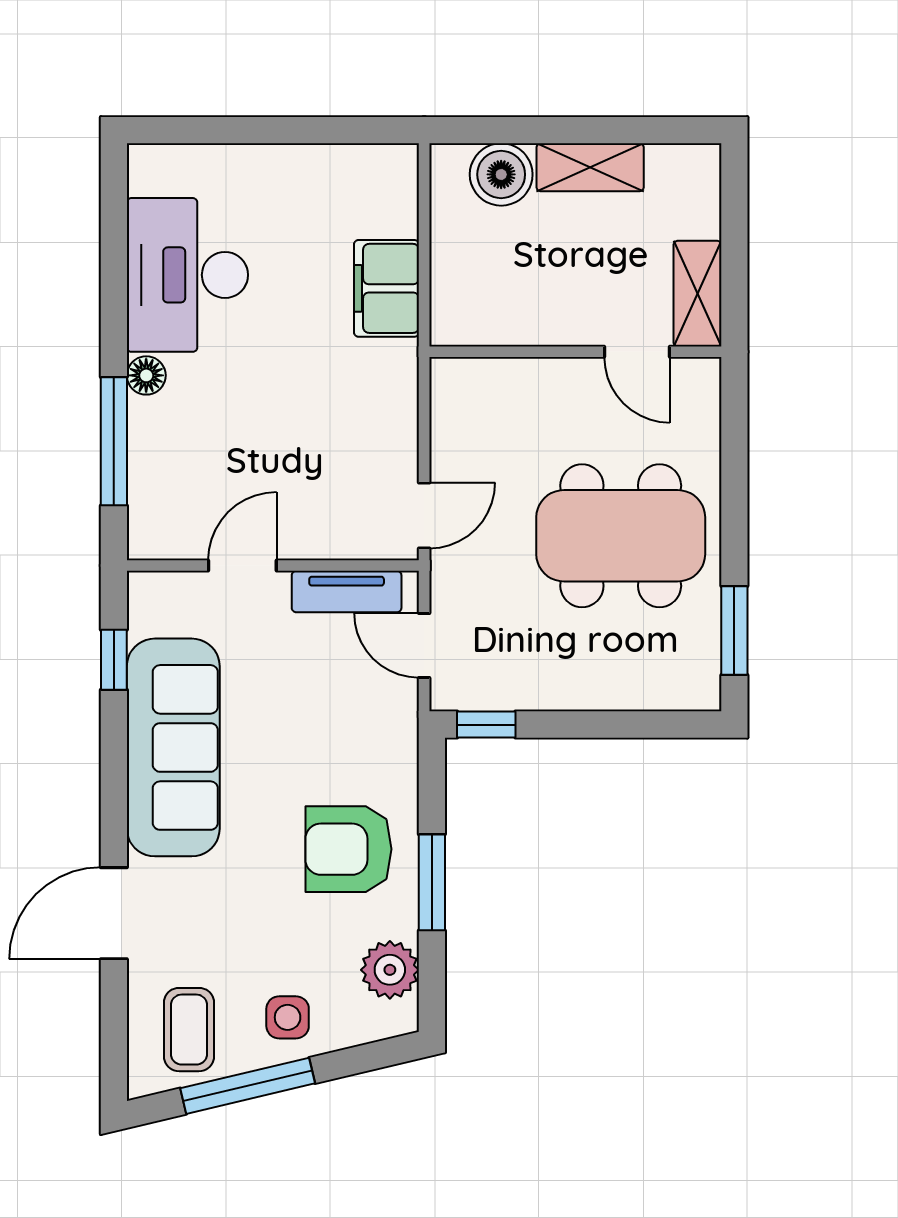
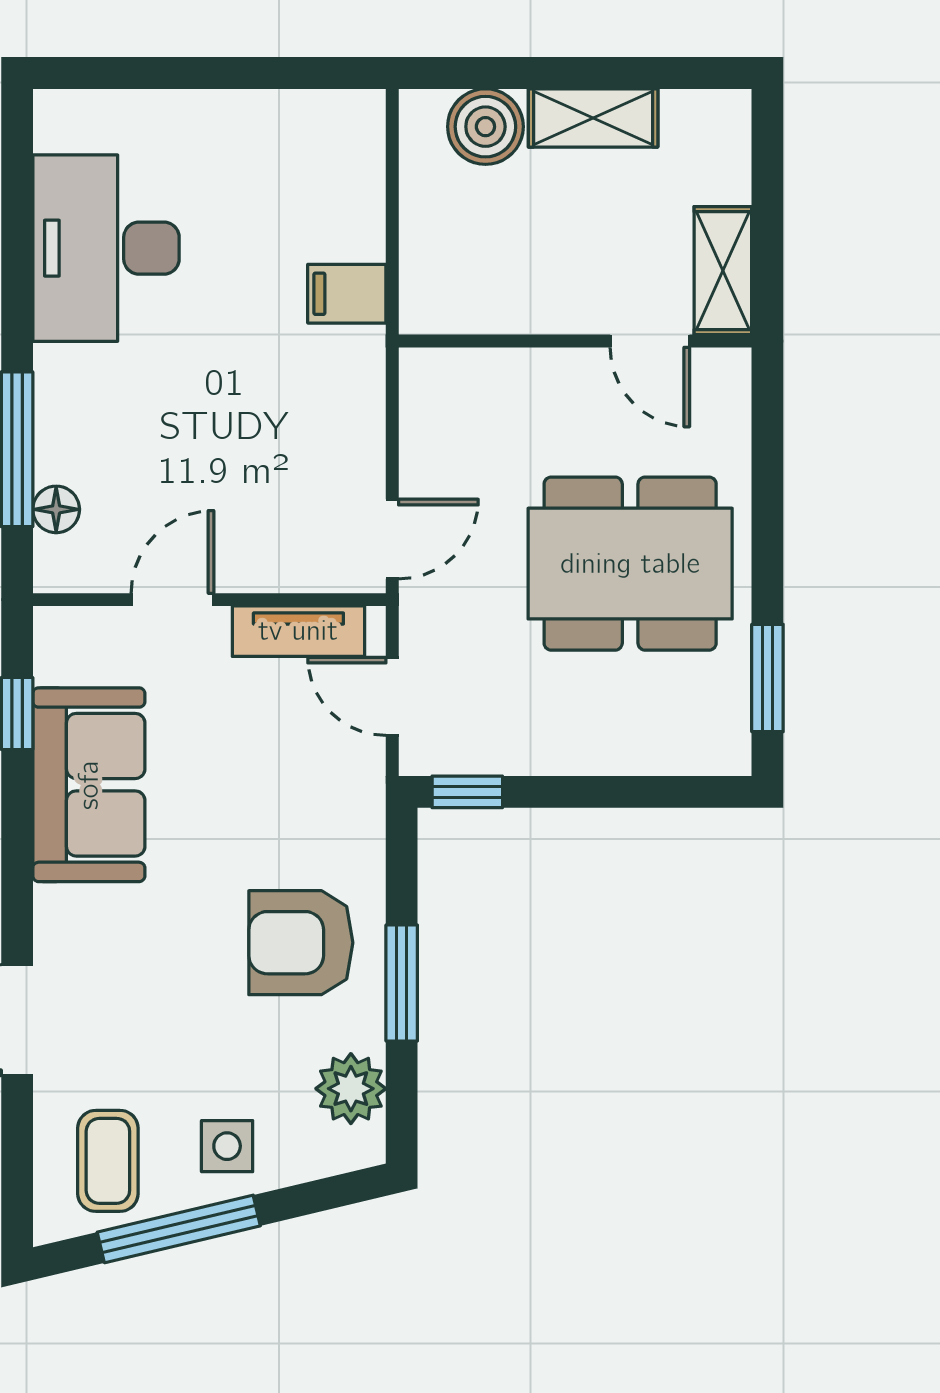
filing cabinet: (387, 288) -> (347, 294), width x0.50
floor lamp: (146, 375) -> (56, 509), moved
sofa: (173, 747) -> (89, 785), width x0.73

